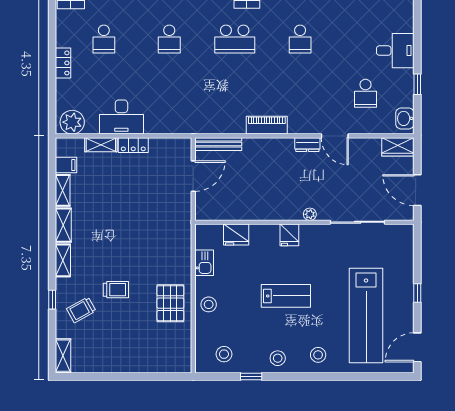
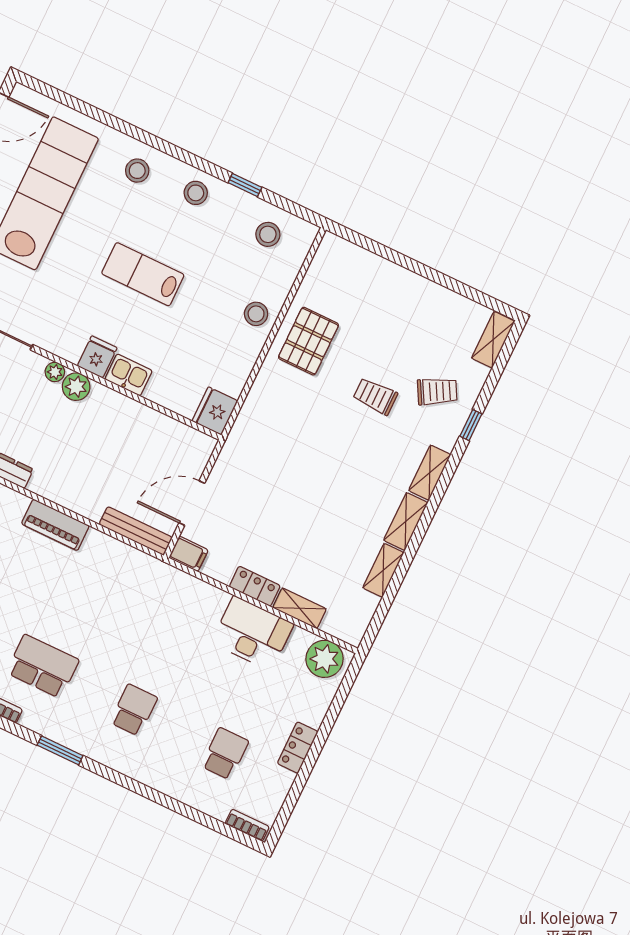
filing cabinet: (66, 165) -> (188, 554), moved, turned 180
plant: (293, 212) -> (76, 387), added
fridge: (236, 235) -> (215, 411), moved, turned -90
kitchen sink: (204, 263) -> (129, 375), moved, turned 90

